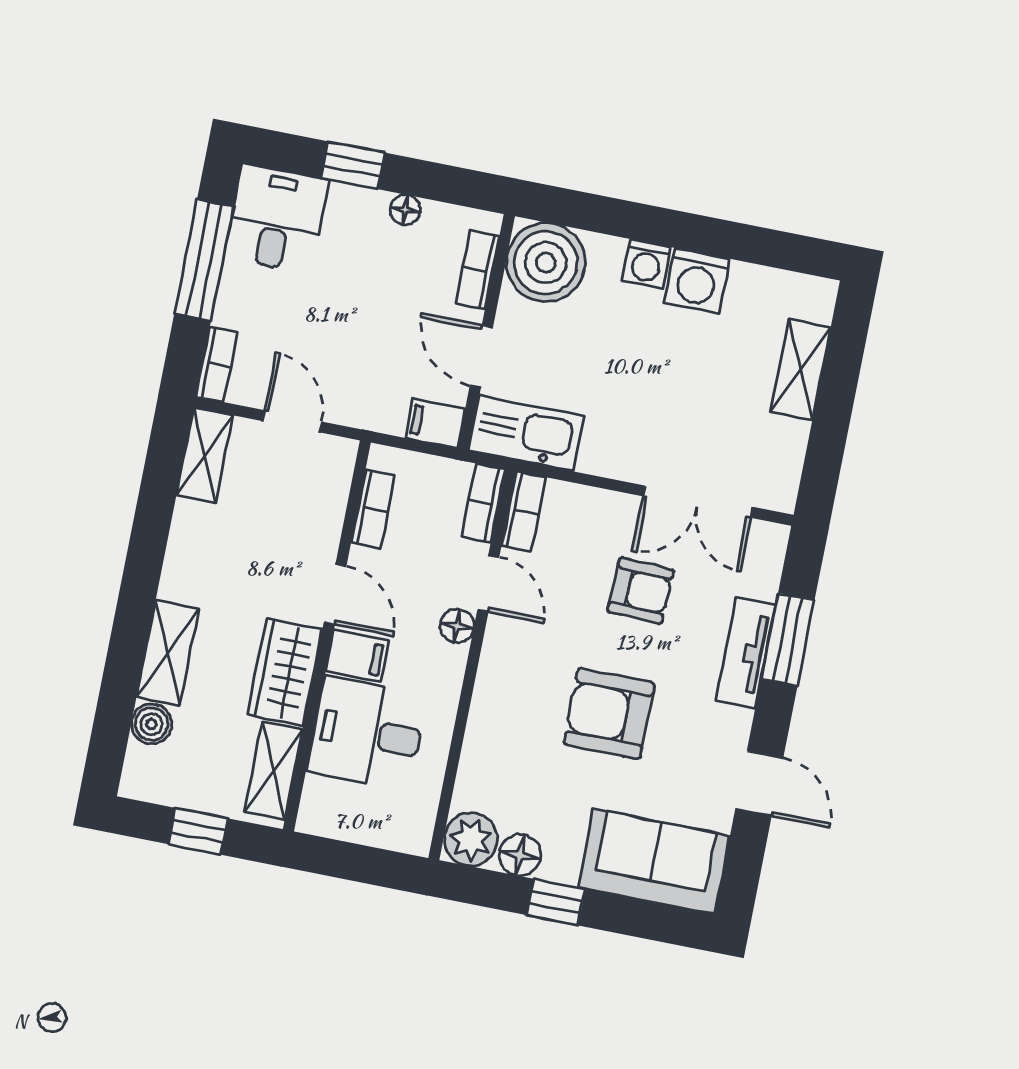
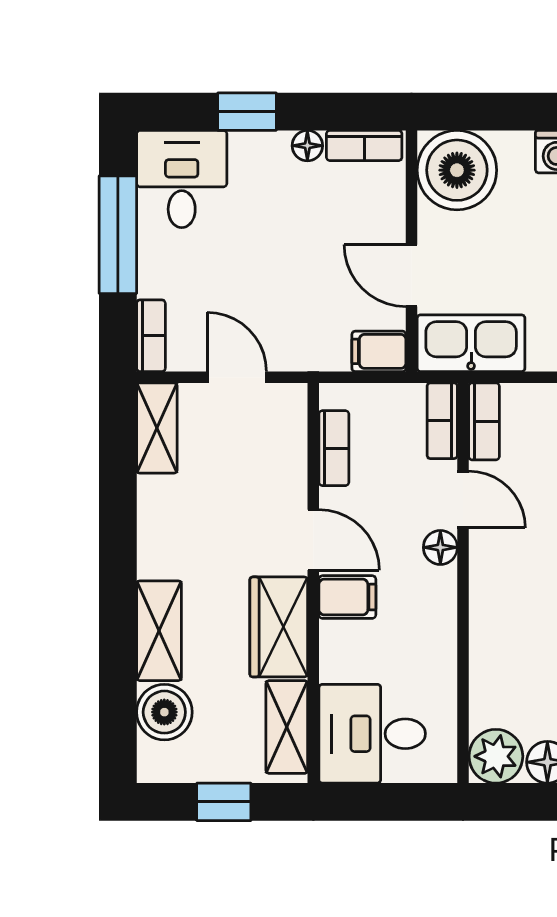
bookcase: (478, 270) -> (364, 145), moved, turned -90
boiler: (152, 724) -> (164, 712), width x1.36, depth x1.36
desk: (367, 733) -> (372, 734), moved

